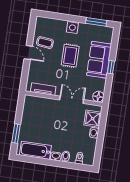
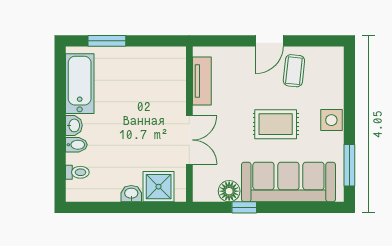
sofa: (99, 60) -> (288, 182), width x1.36
window: (111, 67) -> (244, 207), moved
floor lamp: (98, 97) -> (229, 191), moved

